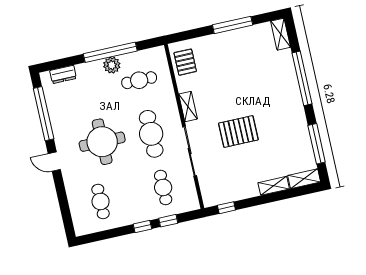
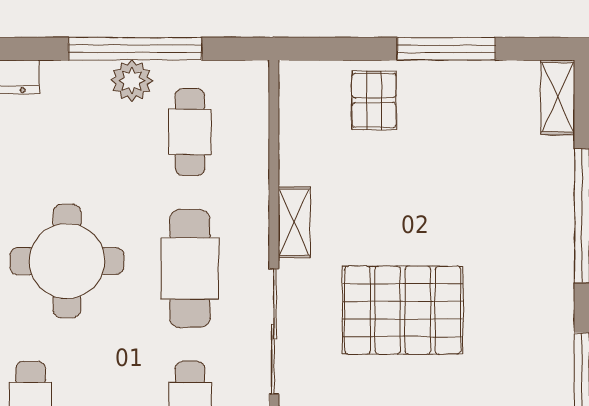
pallet: (185, 62) -> (374, 100), moved
cafe table: (139, 80) -> (190, 132), turned 90
pallet: (238, 131) -> (403, 310), width x1.37, depth x1.41

